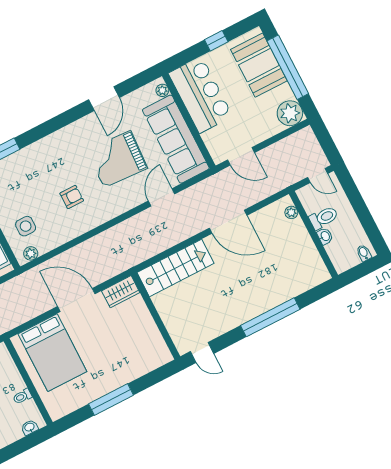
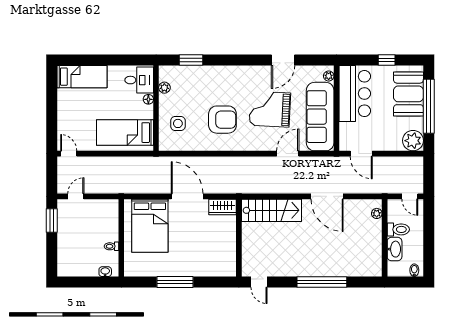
armchair: (72, 197) -> (222, 120), width x1.88, depth x1.88
washbasin: (325, 236) -> (395, 249), width x1.91, depth x1.45
plant: (31, 253) -> (171, 145), removed

